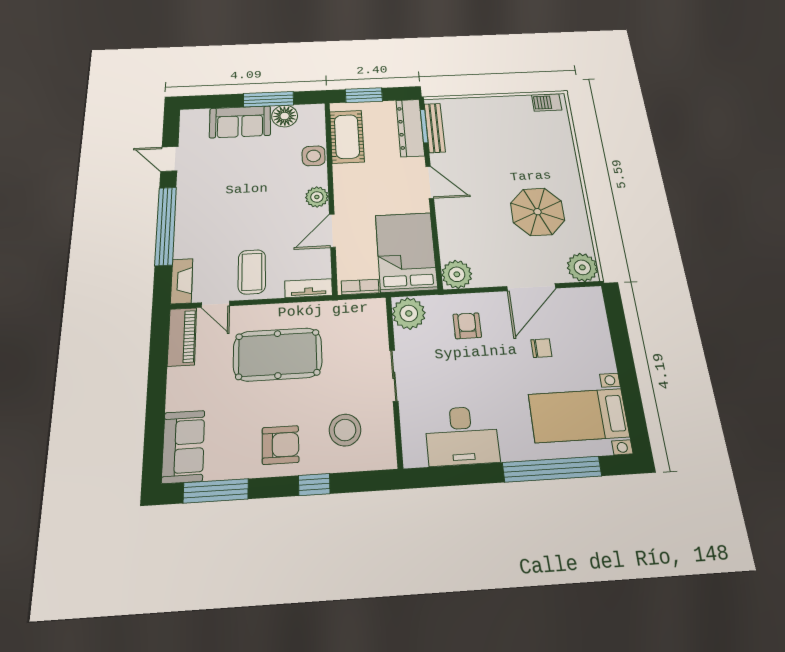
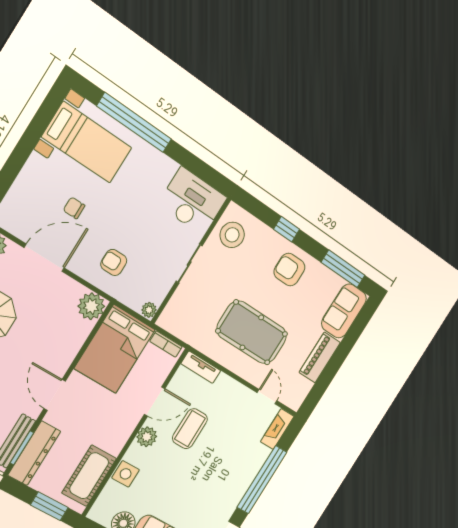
coffee table: (252, 272) -> (190, 429), moved
plant: (409, 313) -> (149, 310), width x0.53, depth x0.53
armchair: (467, 326) -> (114, 262), turned 90
piano: (182, 337) -> (320, 357), moved
stool: (345, 430) -> (232, 235), moved
desk: (462, 436) -> (192, 201), moved

